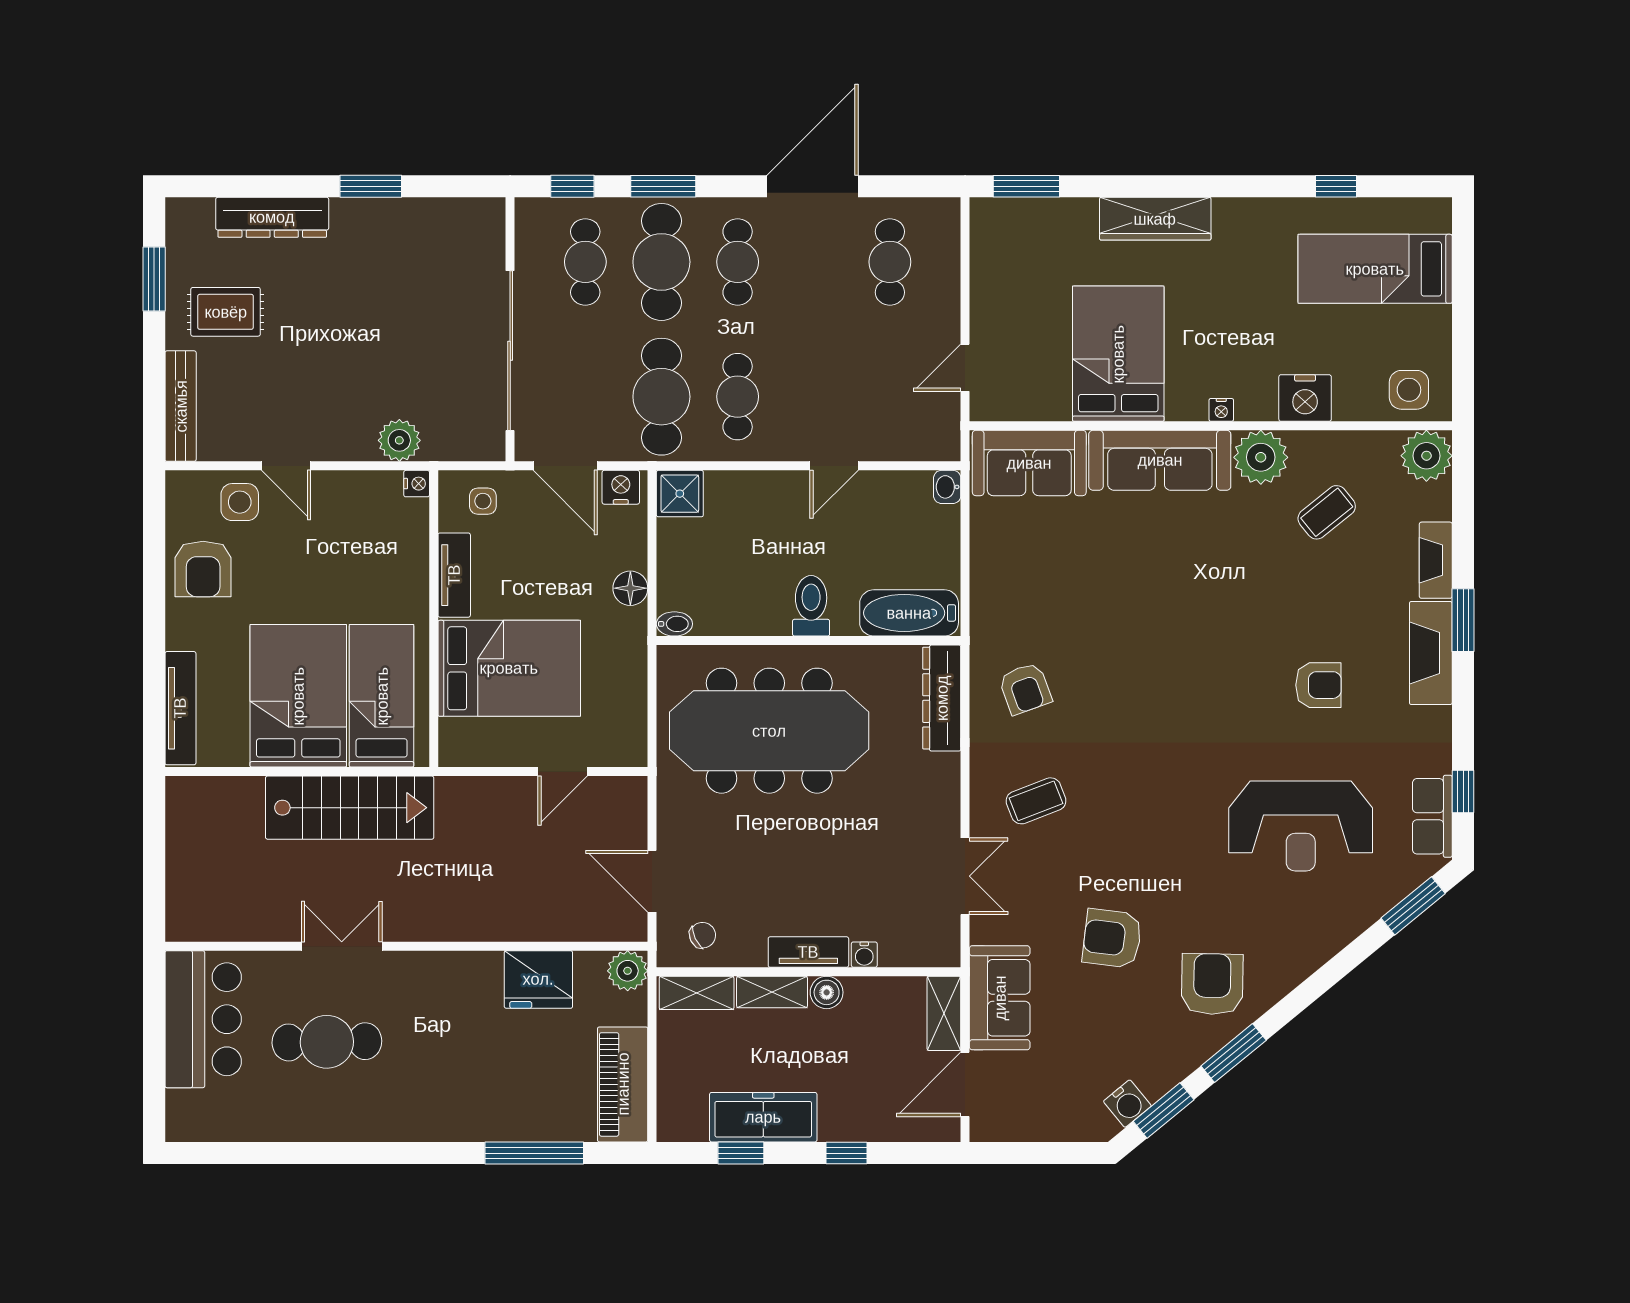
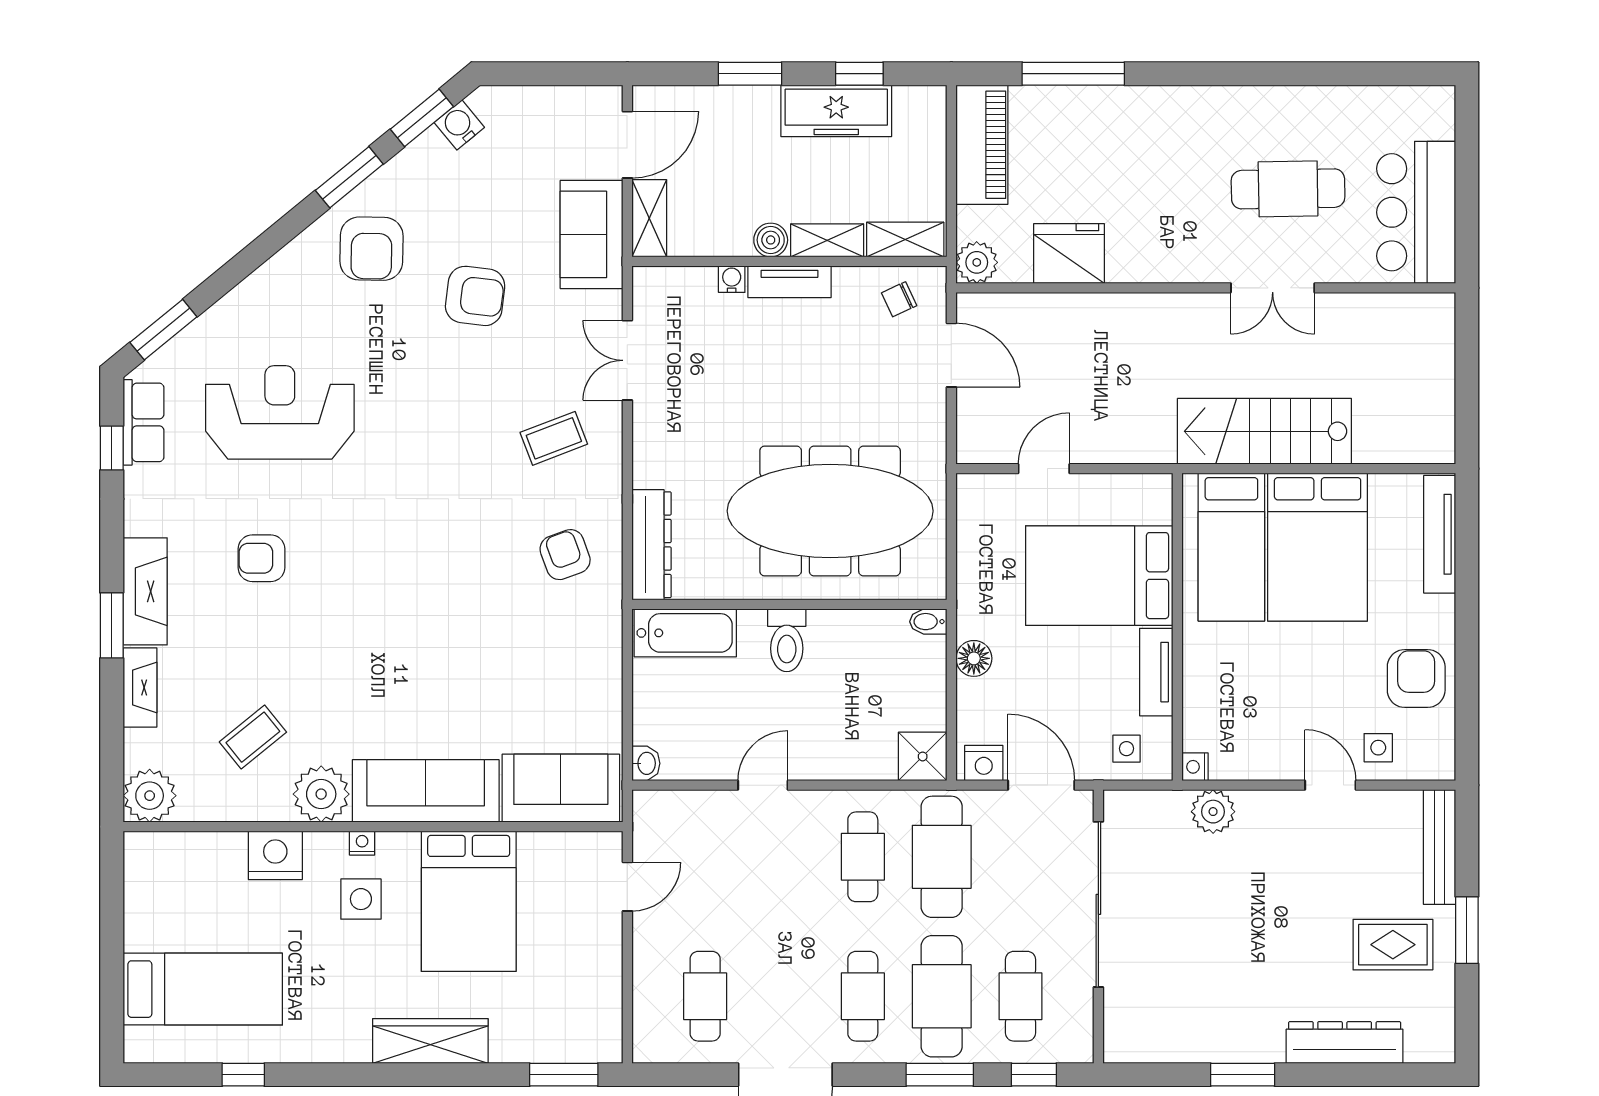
window: (154, 279) -> (1467, 930), moved
side table: (1409, 390) -> (361, 899), moved
side table: (240, 502) -> (1378, 748), width x0.73, depth x0.73
window: (846, 1153) -> (750, 74), width x1.50

